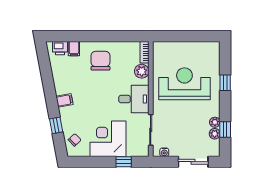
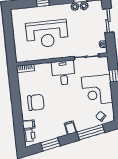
chair: (101, 61) -> (36, 102), turned 180
plant: (142, 71) -> (41, 69), removed
window: (46, 73) -> (50, 144), added
reception desk: (184, 84) -> (47, 34), turned -90
window: (56, 125) -> (91, 132), width x2.17

